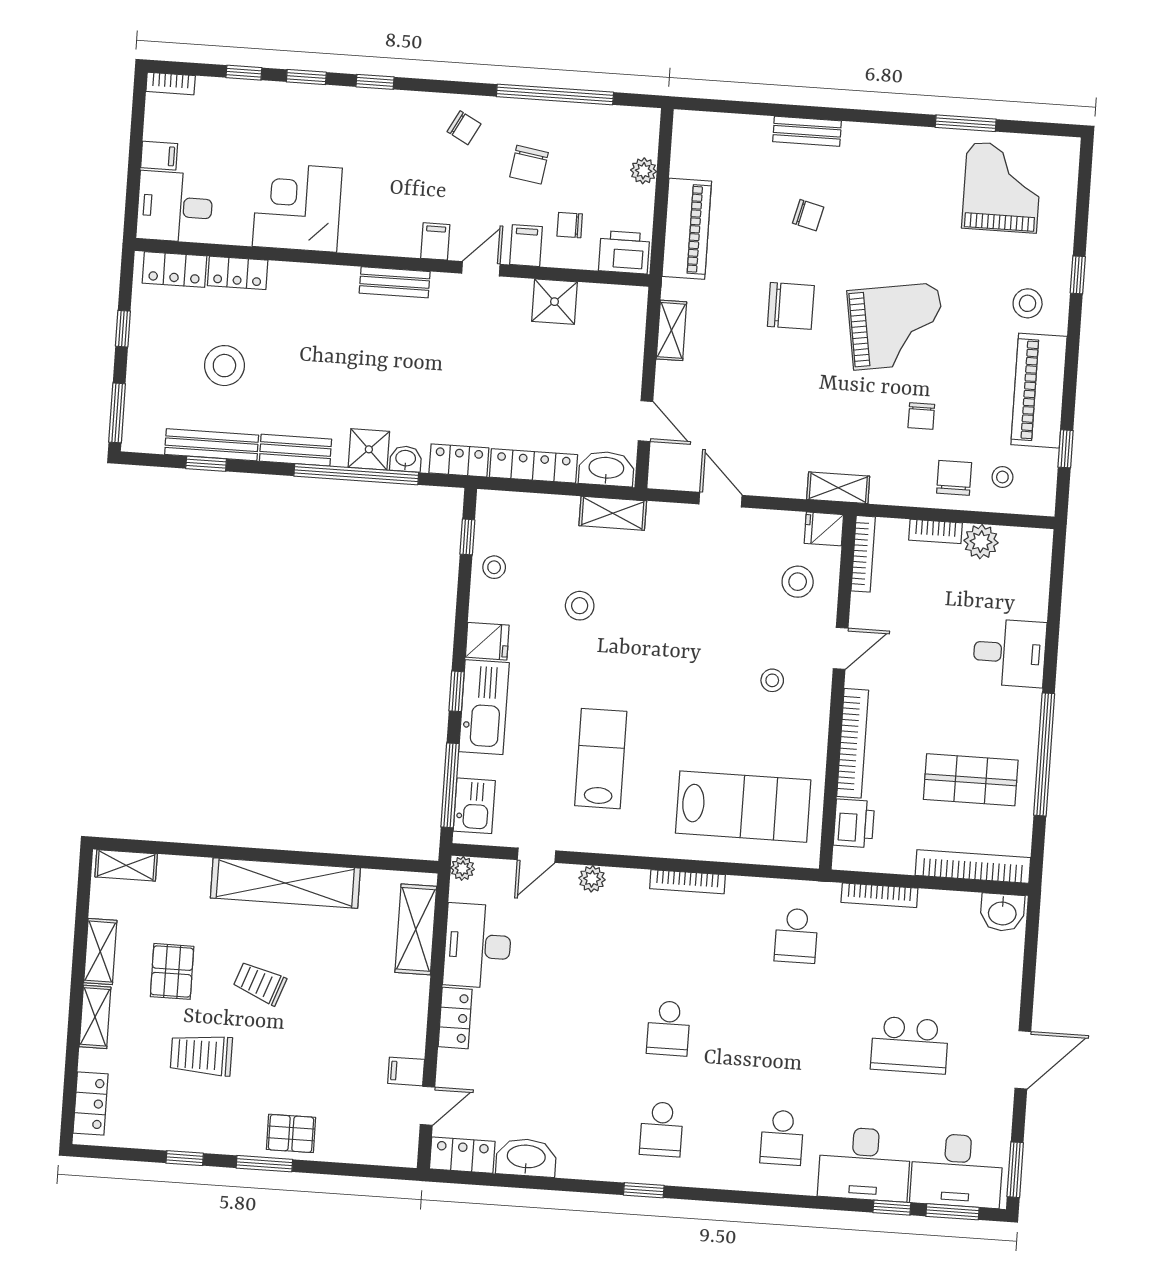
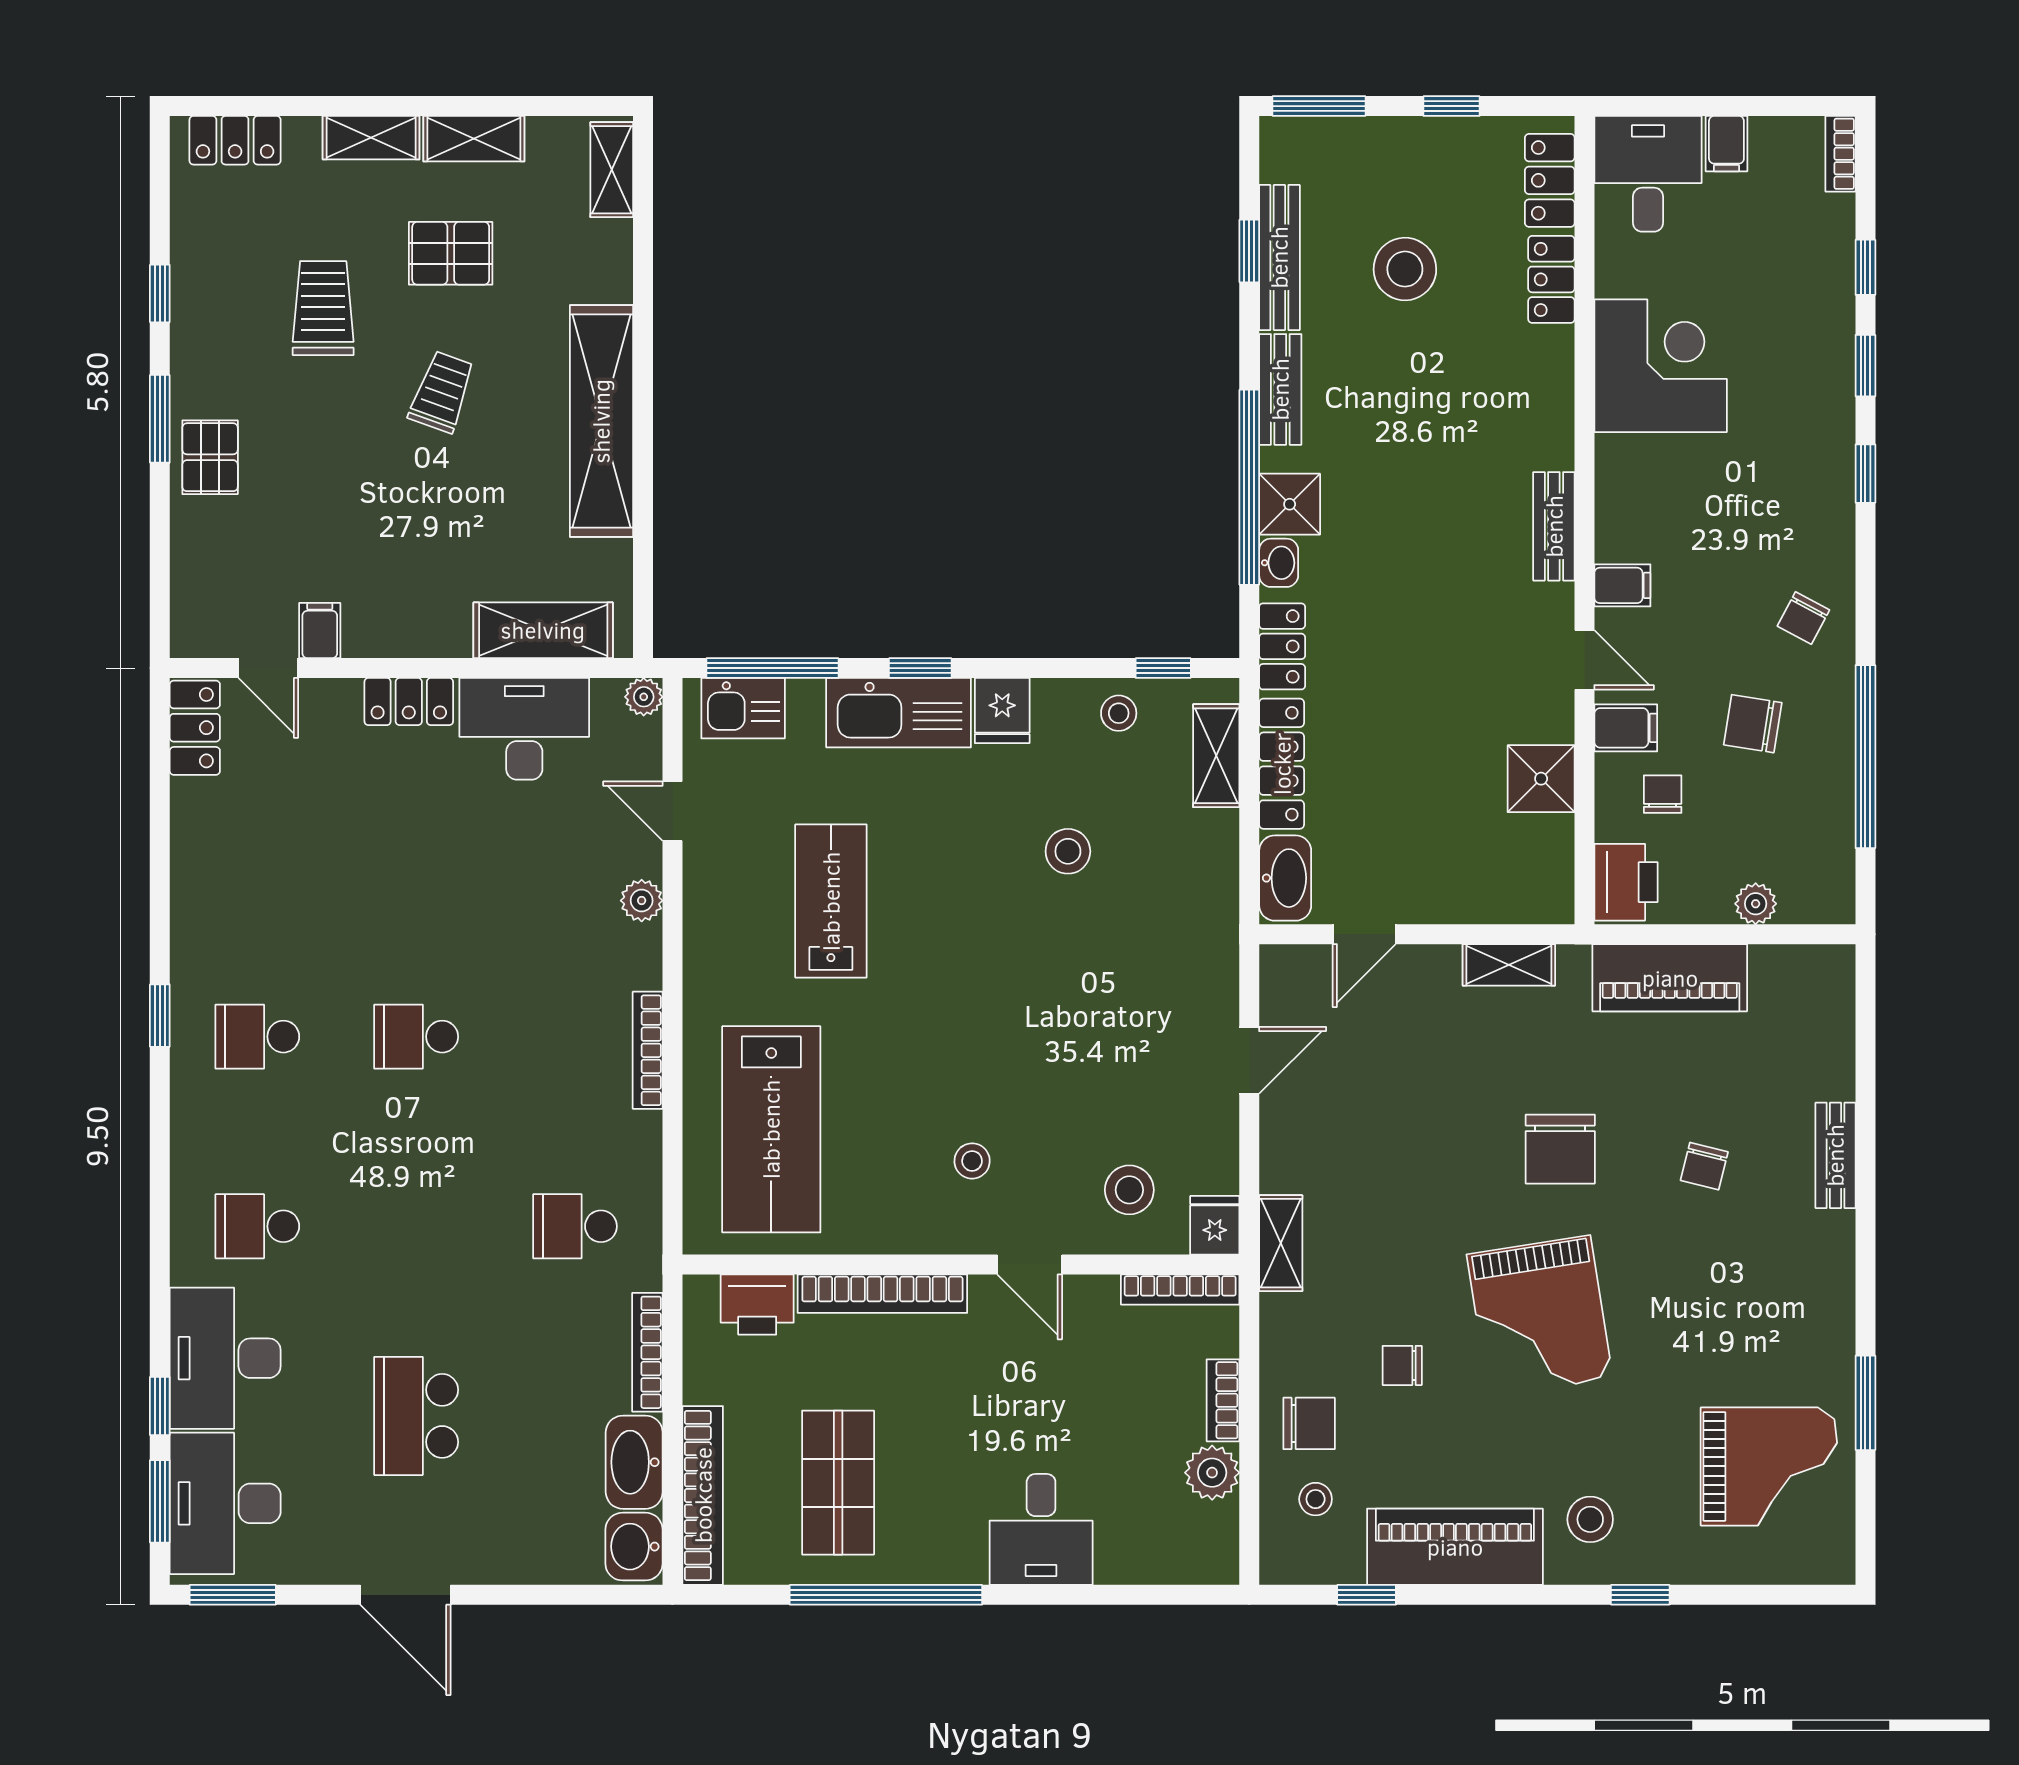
shelving: (613, 513) -> (1216, 756), moved
lab bench: (601, 759) -> (831, 901), turned -90
washbasin: (526, 1158) -> (634, 1462), moved, turned 180

